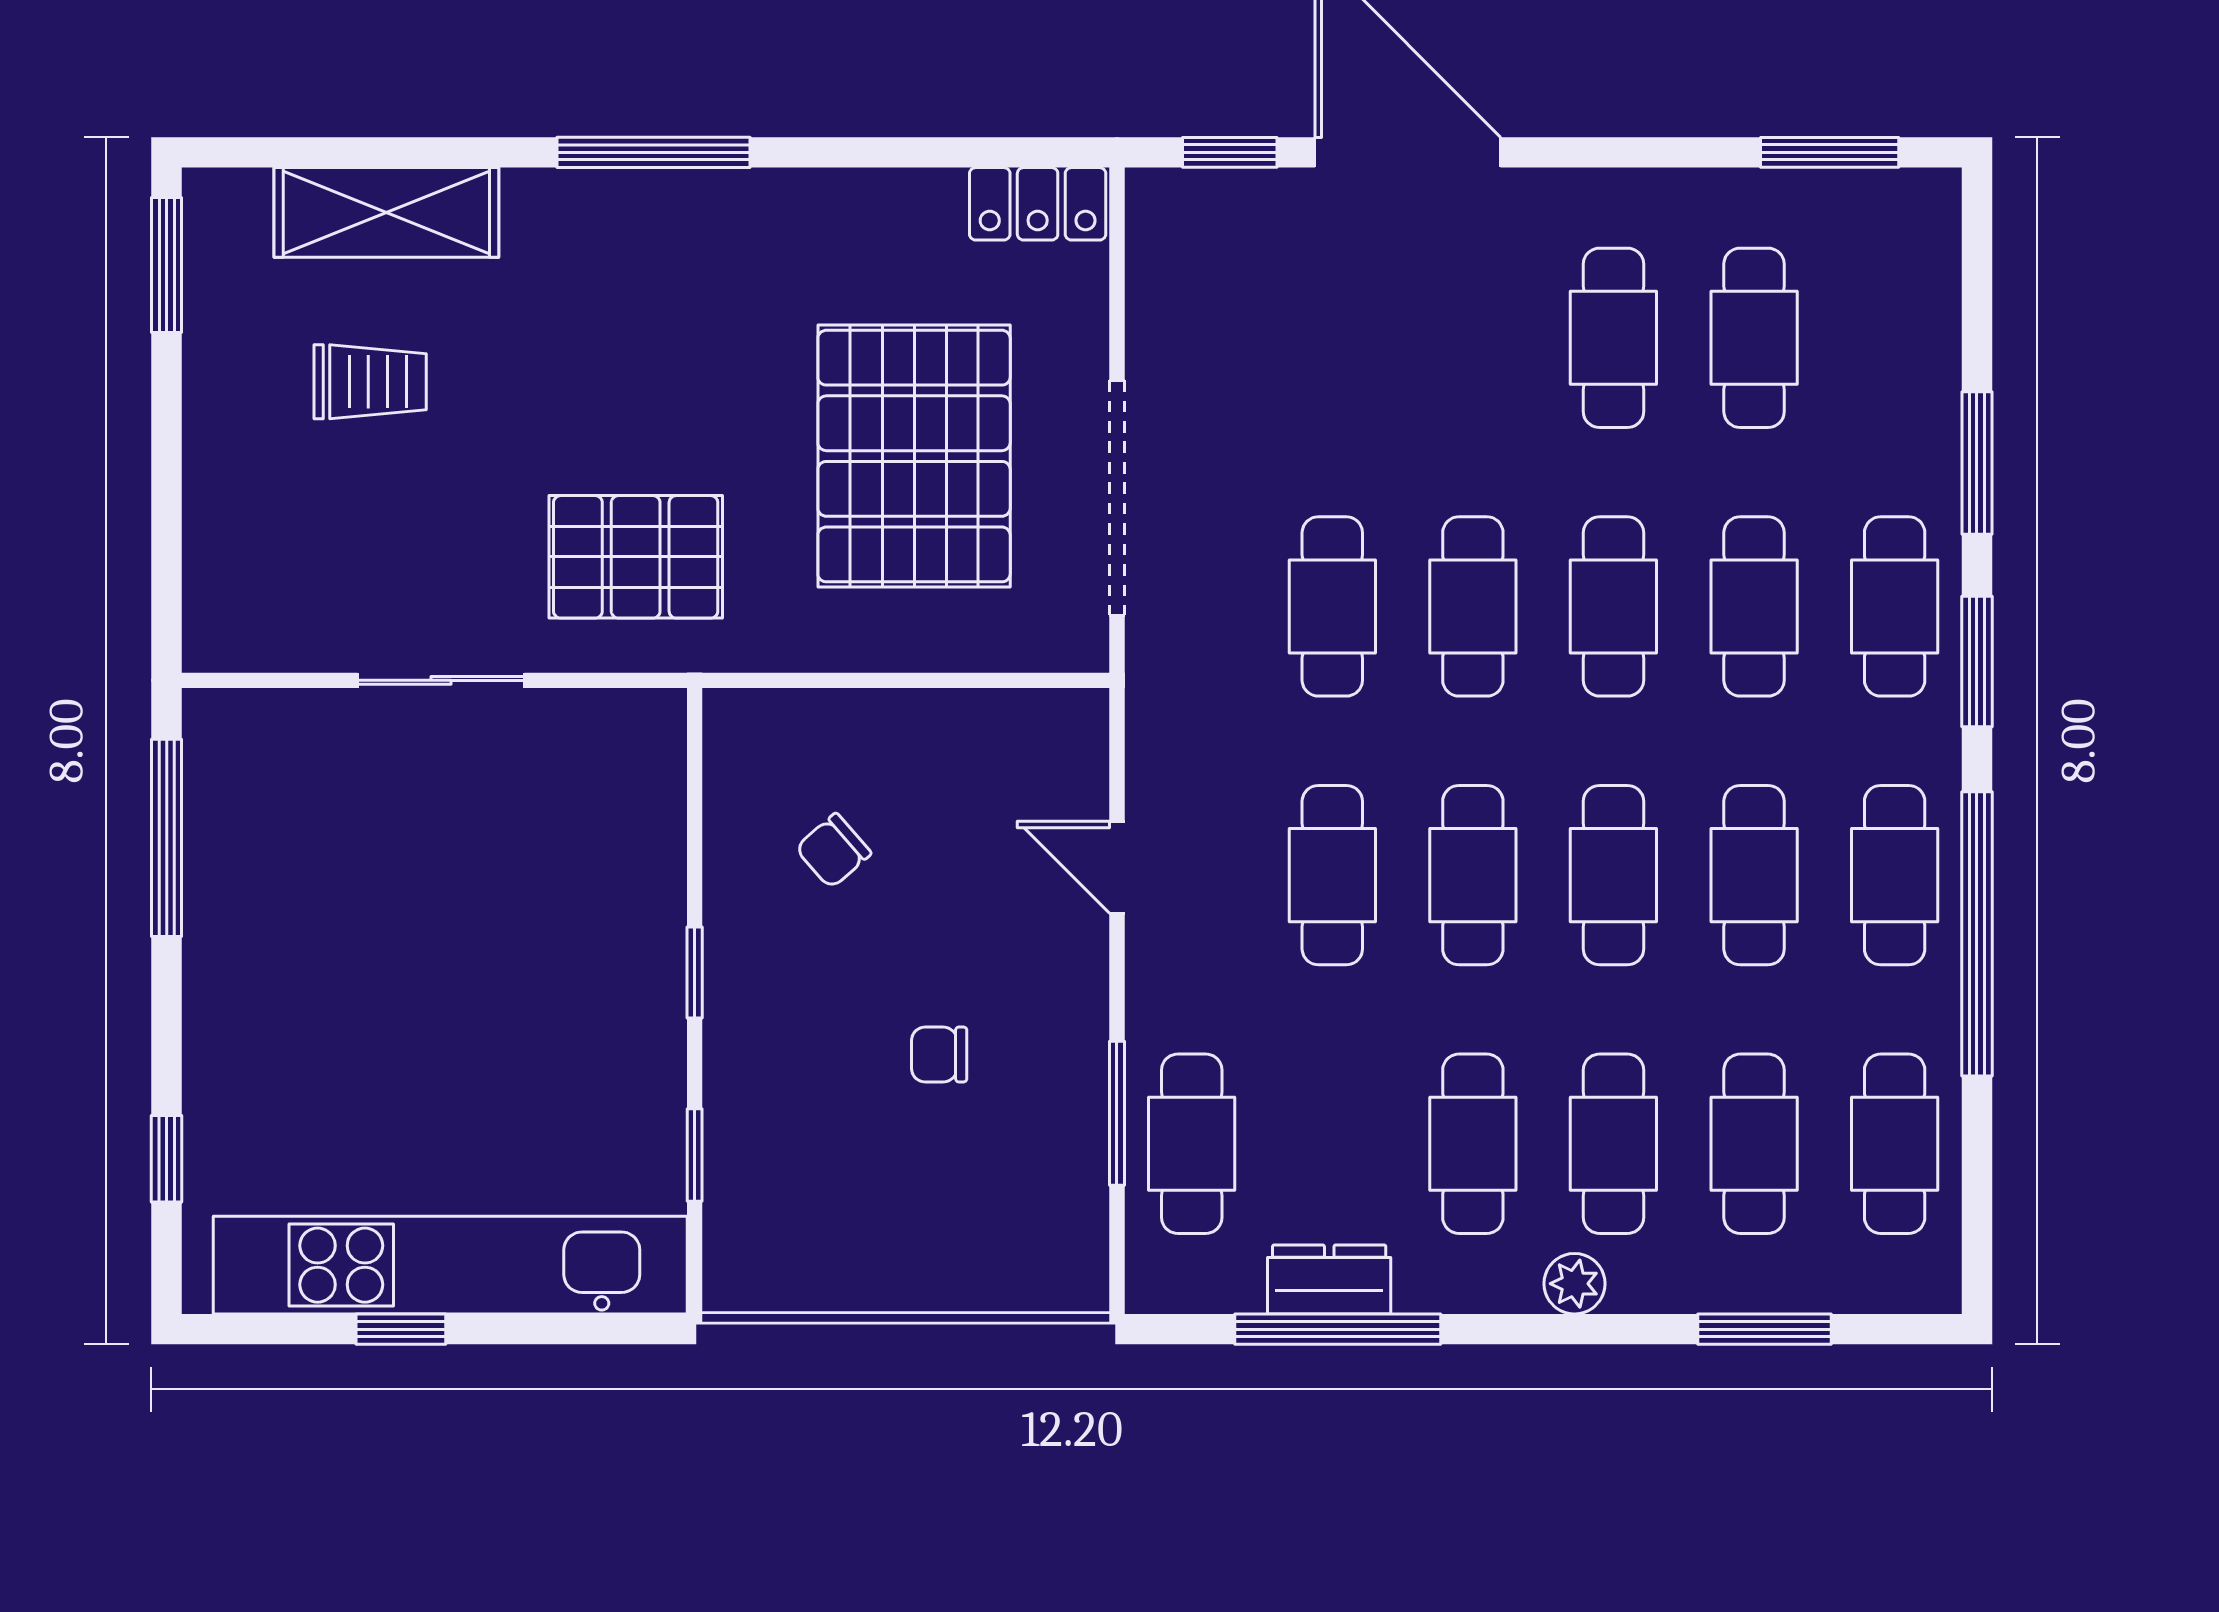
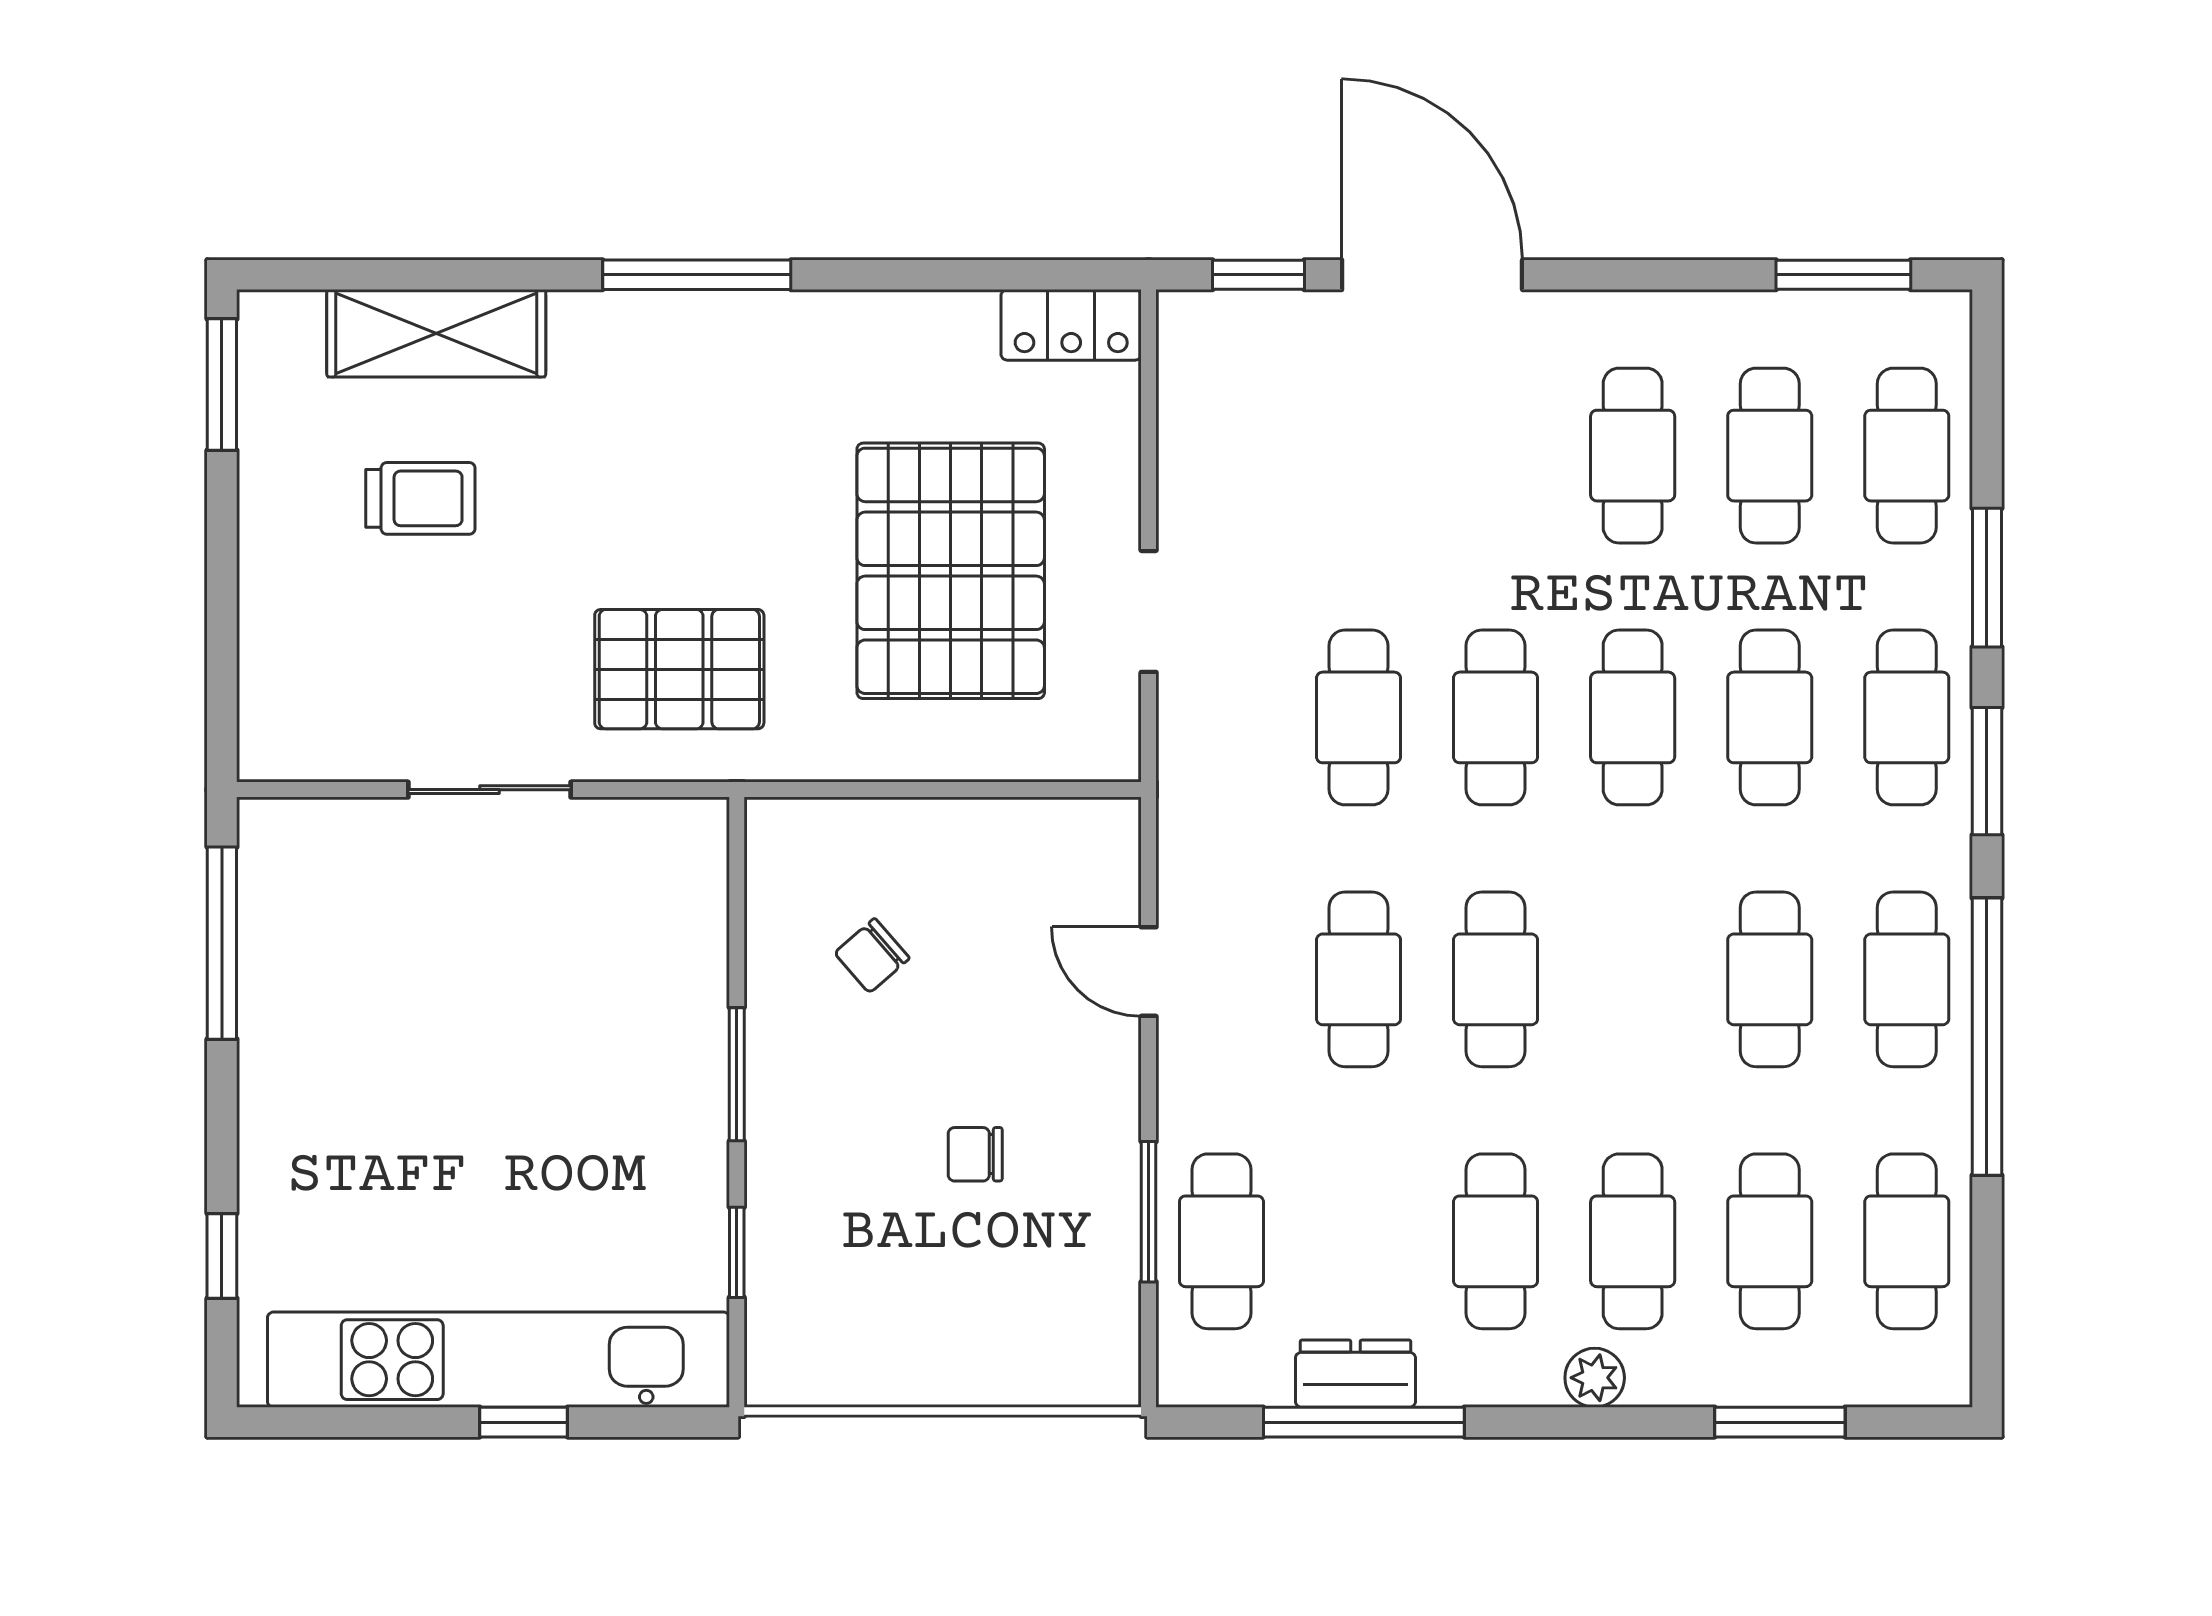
doorway: (1117, 498) -> (1149, 611), width x0.53
cafe table: (1613, 875) -> (1907, 456), moved
window: (695, 972) -> (737, 1074), width x1.50
window: (401, 1329) -> (524, 1422), moved

